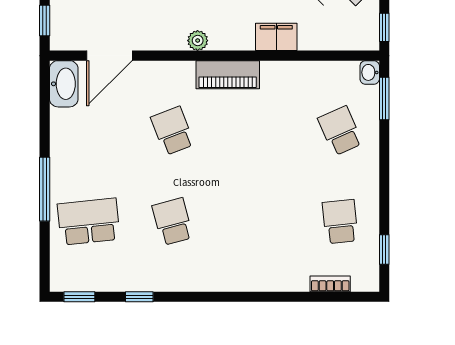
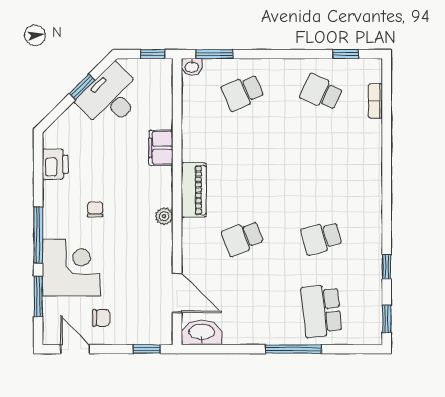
school desk: (340, 222) -> (321, 92), turned 30

